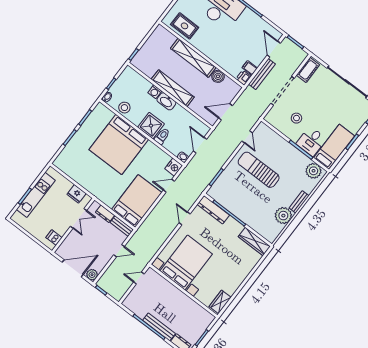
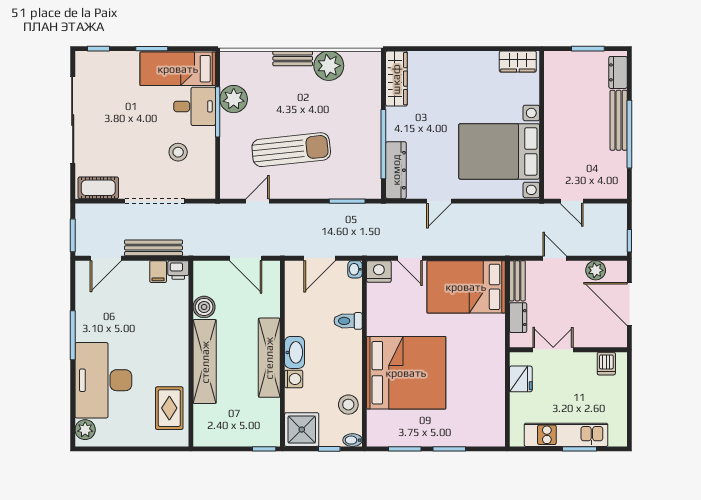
shower: (151, 126) -> (302, 430), moved
sun lounger: (259, 170) -> (291, 150), turned -96
plant: (314, 171) -> (234, 99), moved
plant: (92, 275) -> (596, 270), moved

